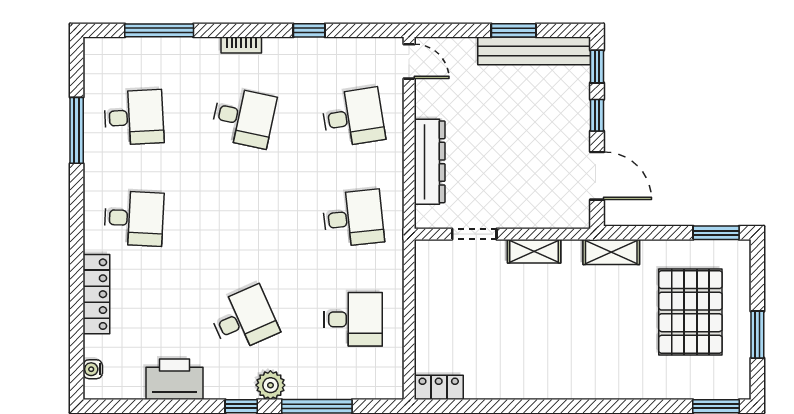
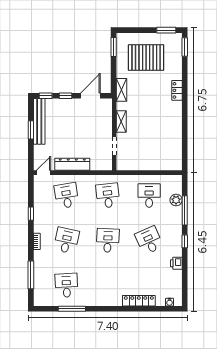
dresser: (430, 162) -> (72, 164), moved
desk: (134, 218) -> (108, 240), moved
window: (757, 335) -> (166, 30), moved
printer: (174, 379) -> (176, 263), width x0.53, depth x0.68
plant: (270, 385) -> (176, 200), moved
locker: (439, 387) -> (177, 90), moved

